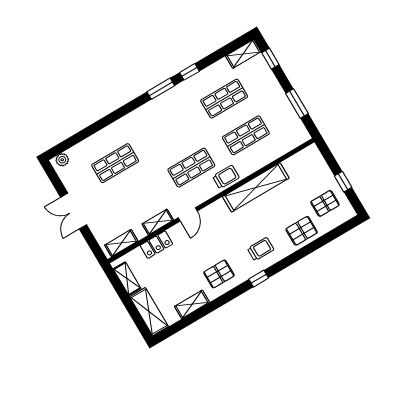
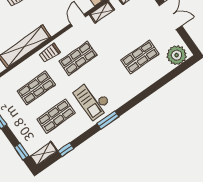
window: (189, 72) -> (66, 150), moved
checkout: (178, 115) -> (93, 100), added
plant: (62, 160) -> (177, 55), width x1.87, depth x1.87

